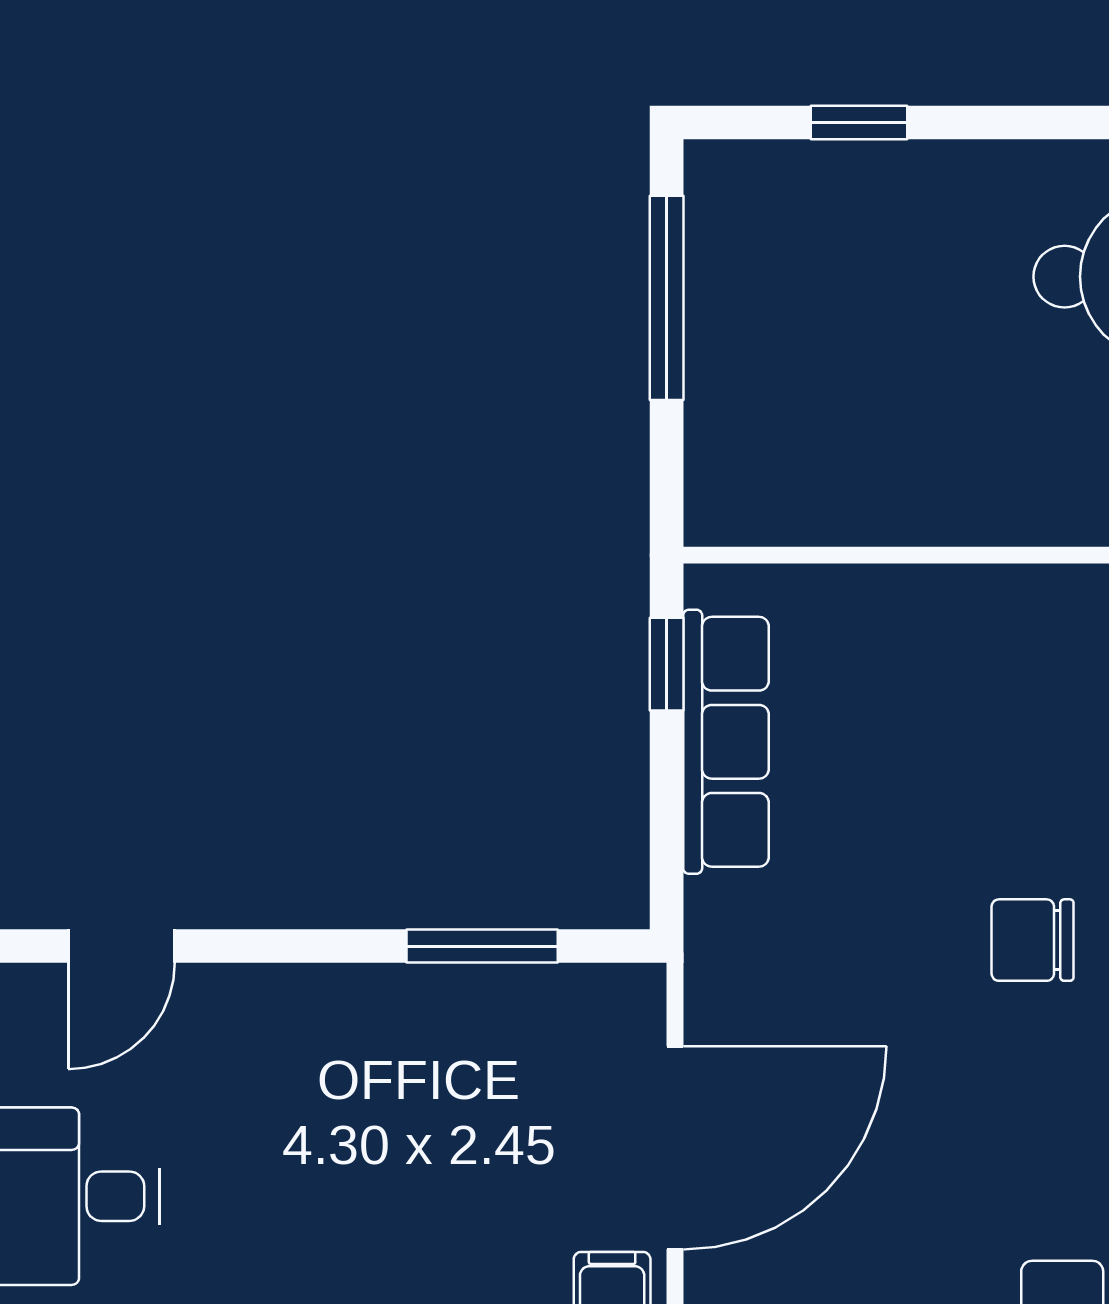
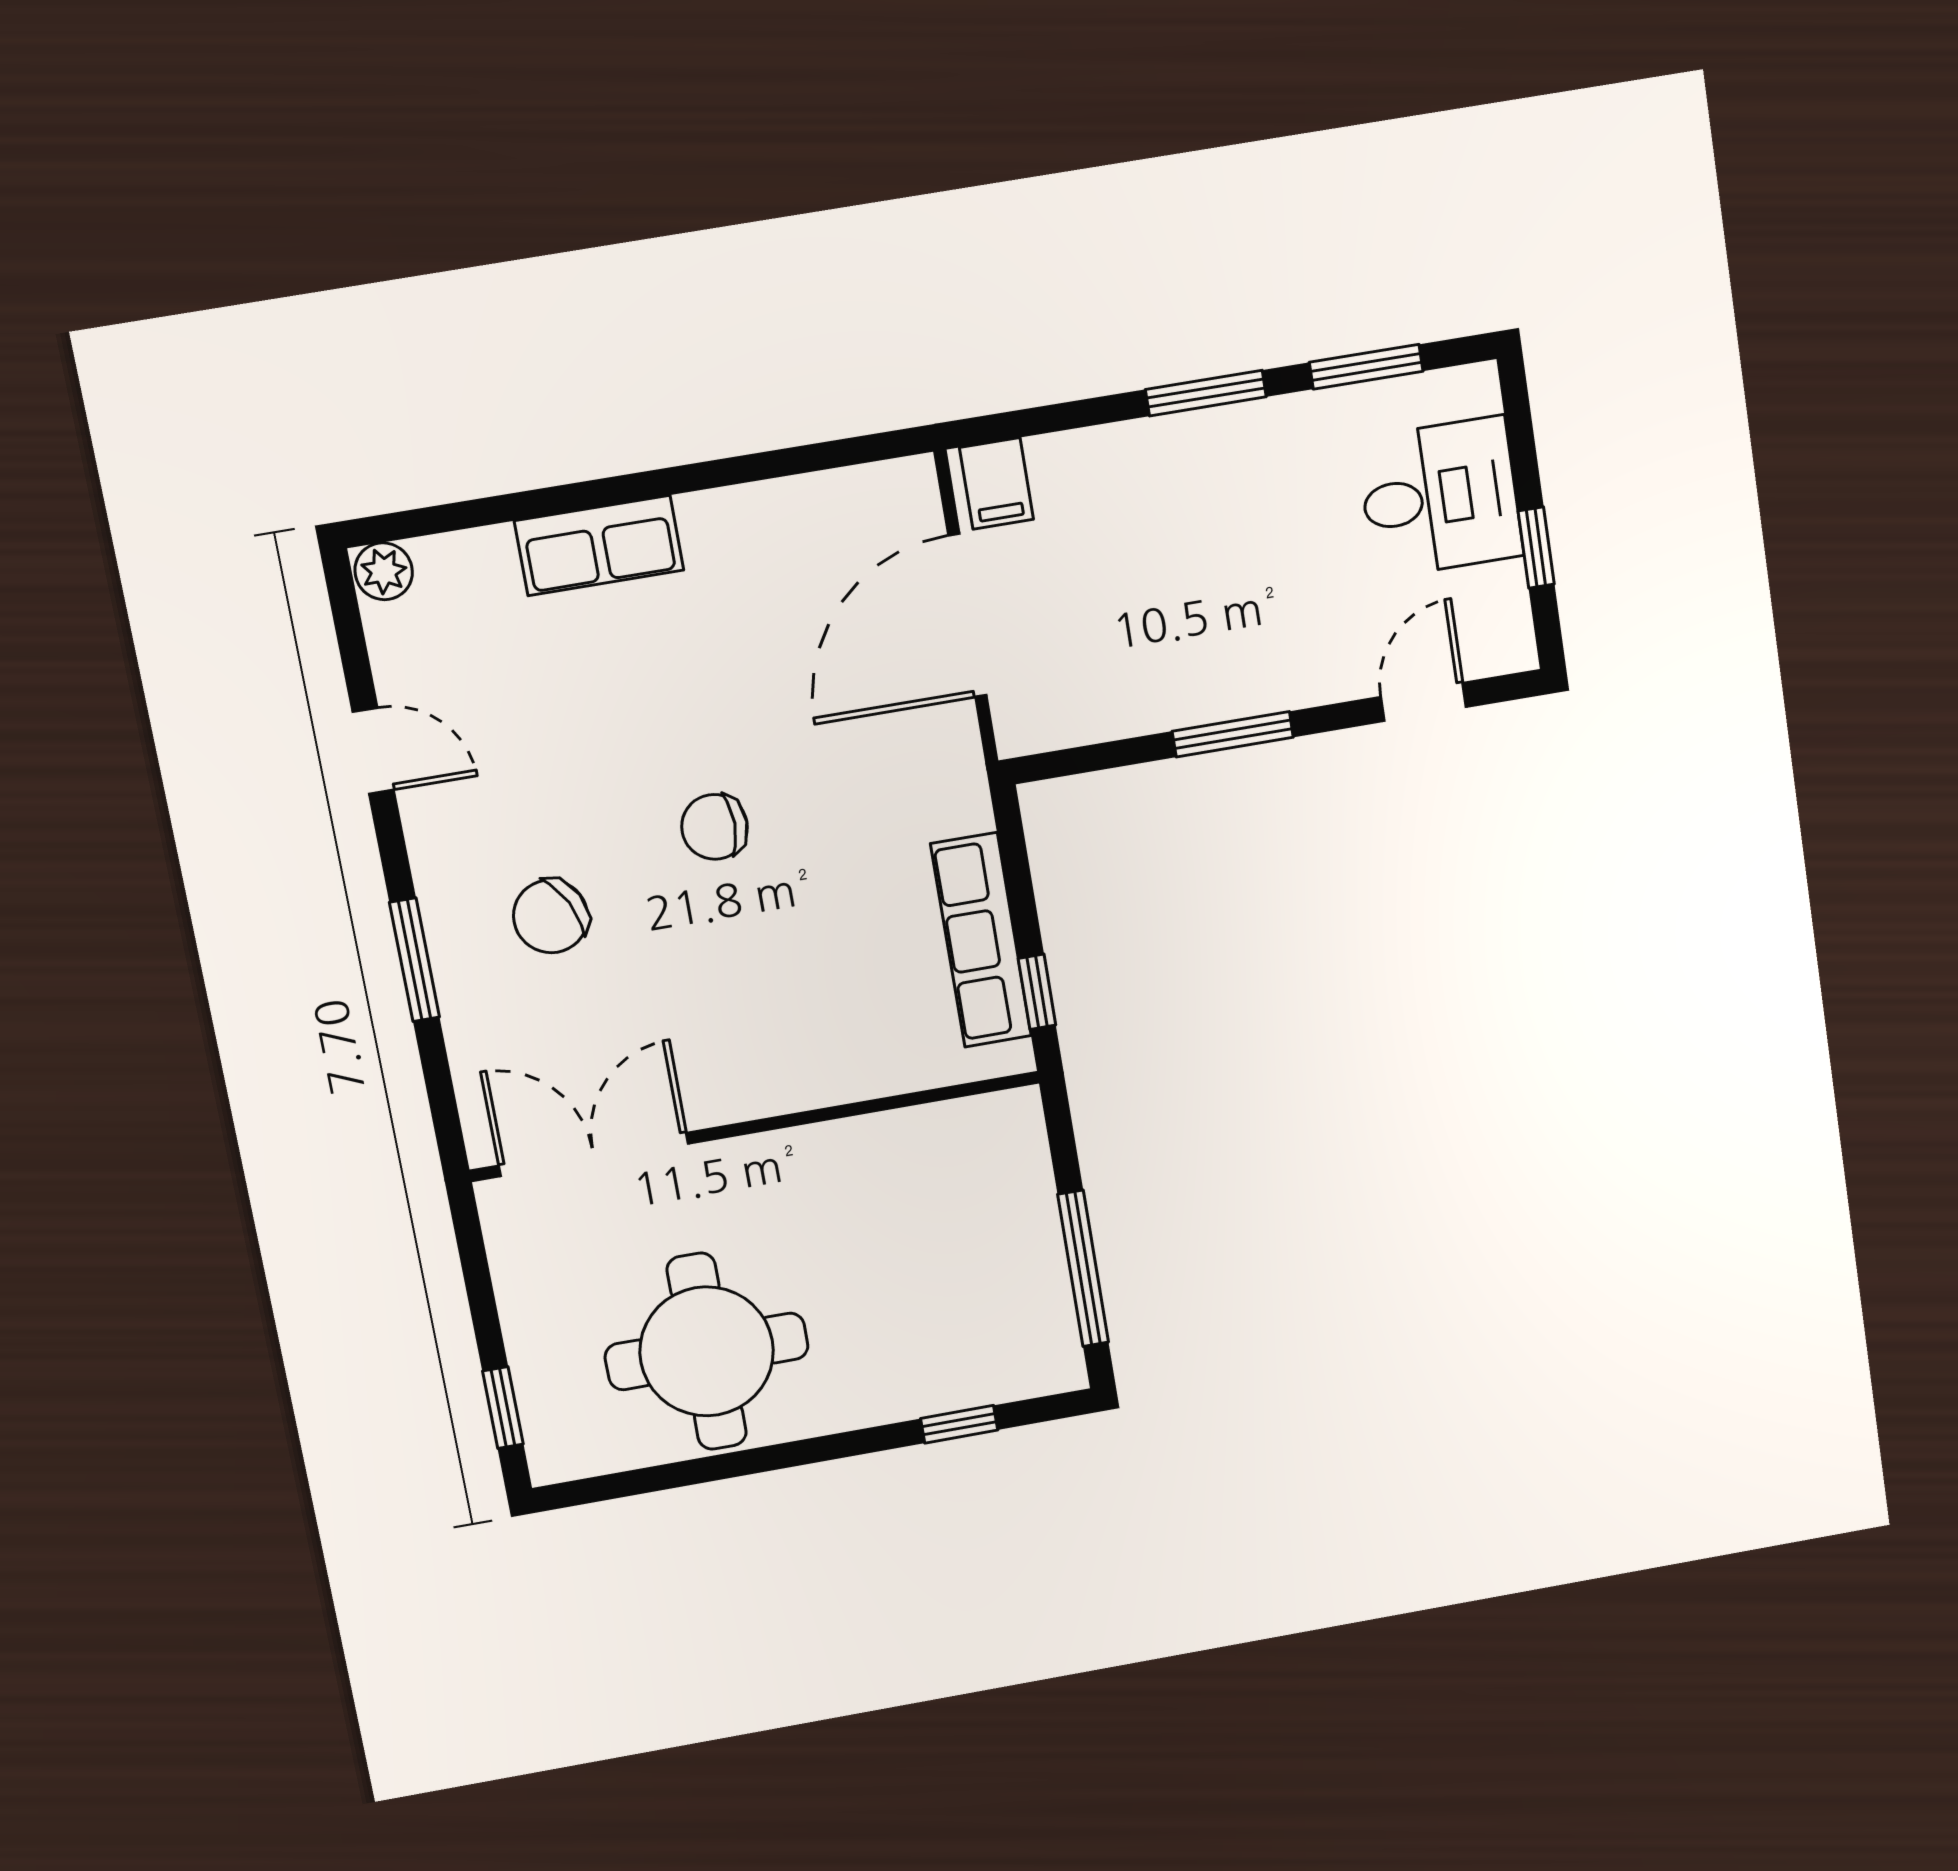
chair: (1033, 940) -> (715, 827), turned 180
window: (482, 946) -> (1233, 734), moved

